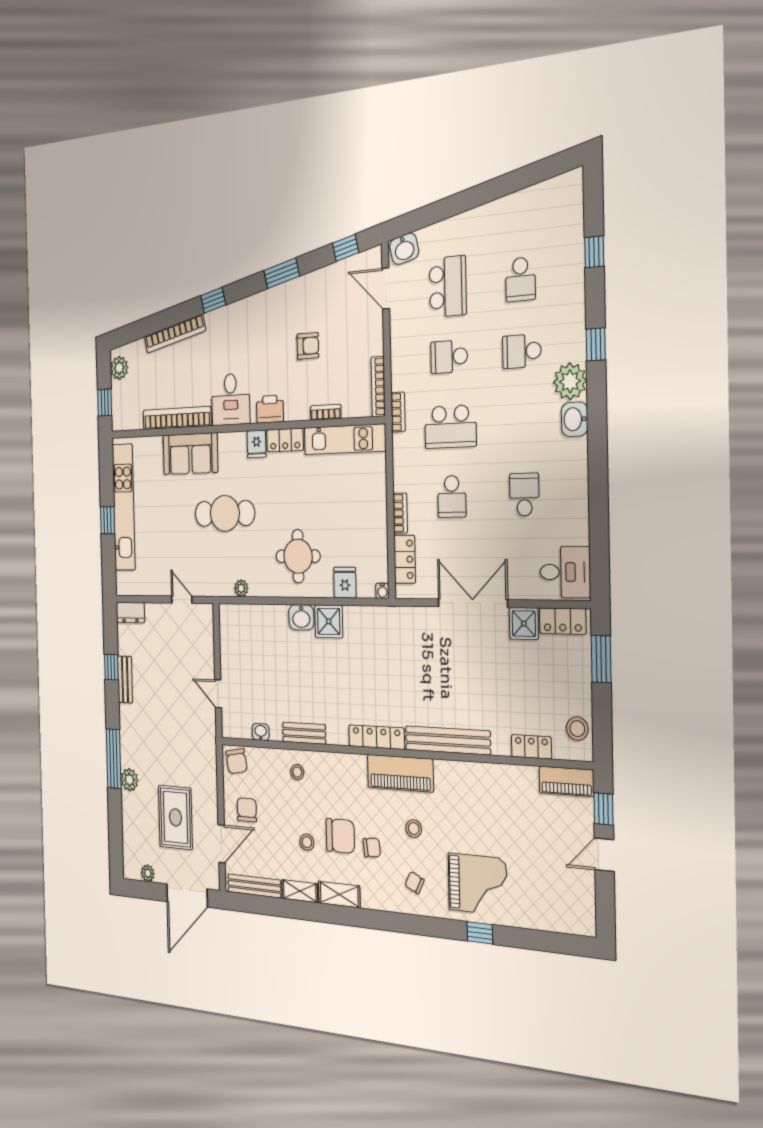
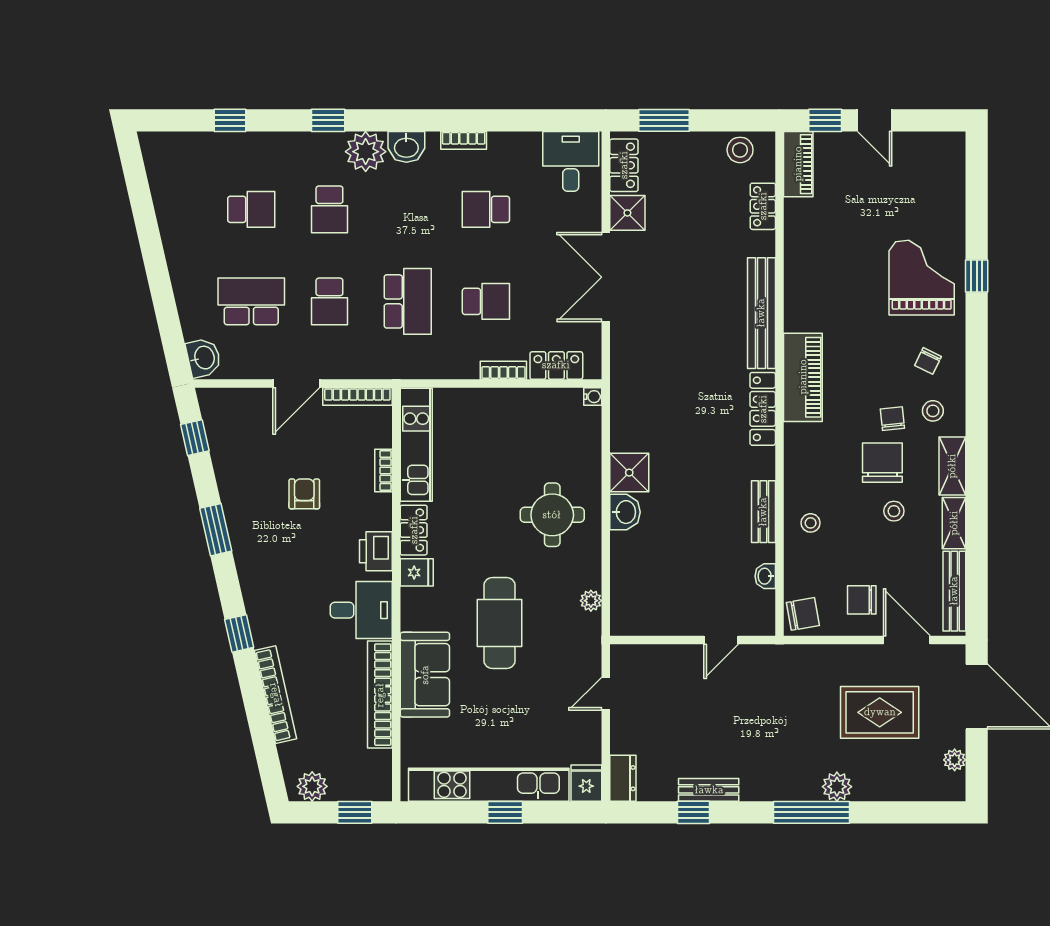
door: (386, 288) -> (296, 384), moved
bookcase: (398, 412) -> (464, 140), moved, turned 180
fridge: (345, 583) -> (586, 783), moved, turned 90
stool: (414, 829) -> (933, 411), moved

